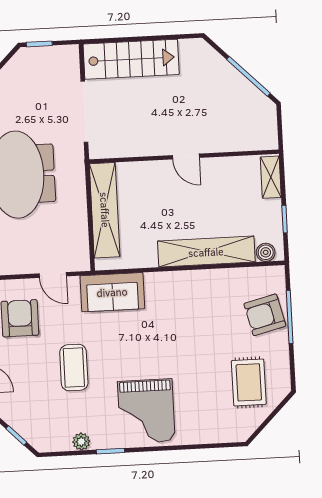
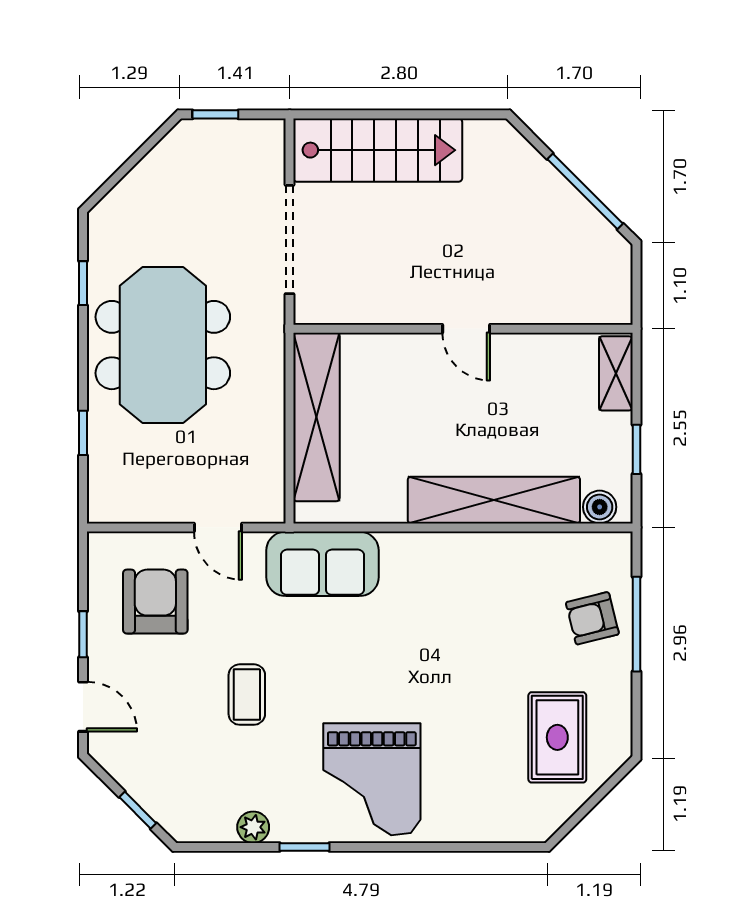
armchair: (265, 315) -> (592, 618), width x0.72, depth x0.72
coffee table: (74, 368) -> (247, 695), width x0.73, depth x0.77

